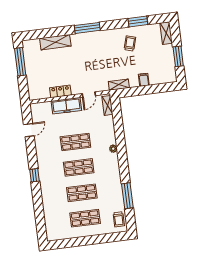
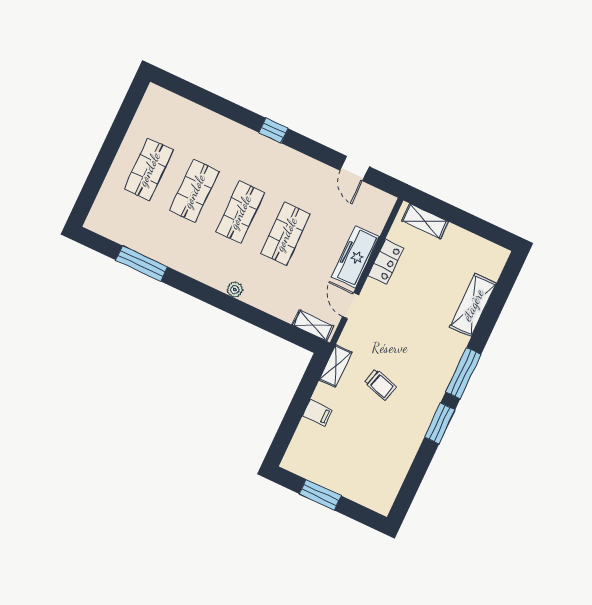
window: (138, 21) -> (440, 423), moved
shelving: (166, 33) -> (425, 221), moved
trolley: (130, 43) -> (380, 385), moved
window: (20, 62) -> (477, 226), removed
trolley: (119, 219) -> (112, 224), removed

